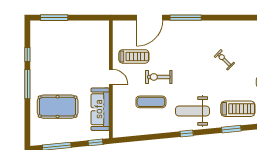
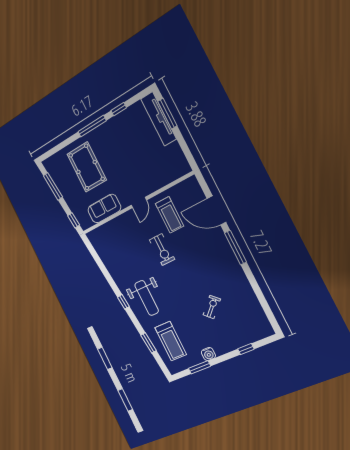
tv unit: (54, 27) -> (158, 119), added
exercise bike: (159, 77) -> (162, 250), turned 180
exercise mat: (151, 102) -> (135, 254), removed
sofa: (100, 109) -> (104, 209), width x0.73
weight bench: (192, 111) -> (147, 298), turned 180

